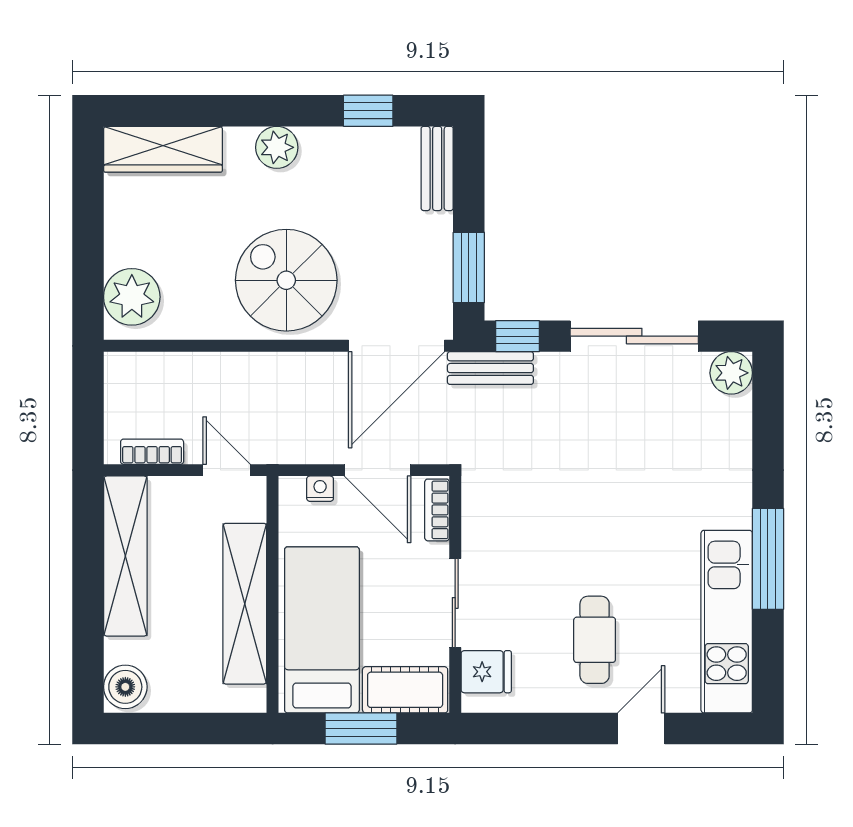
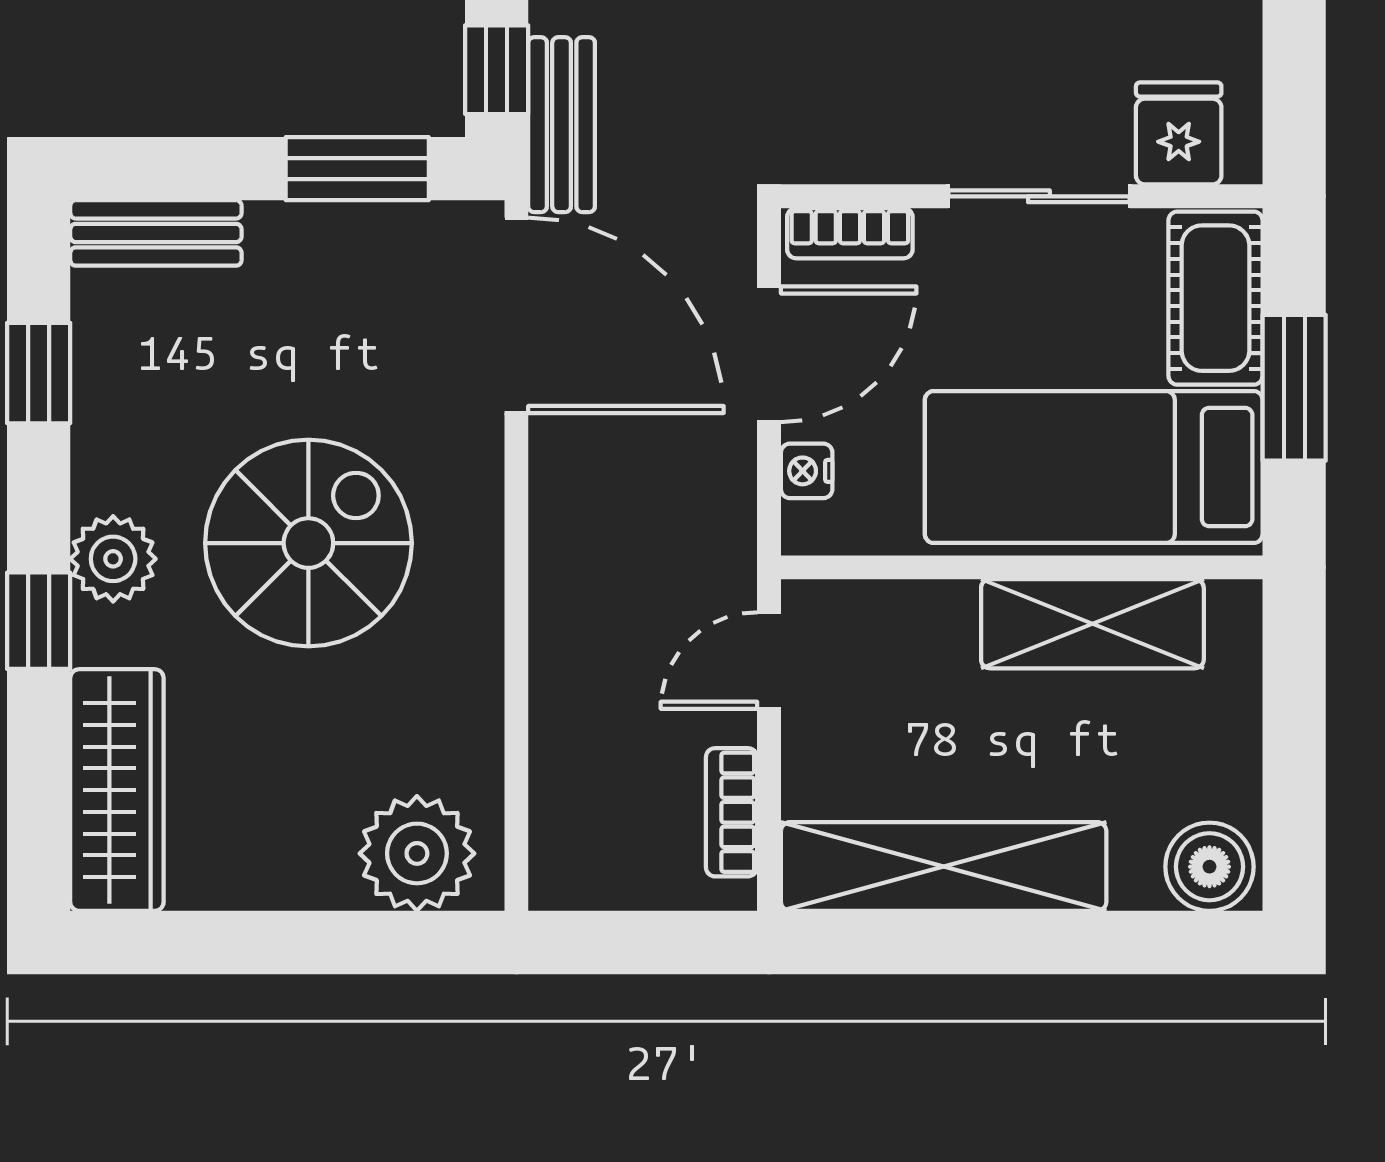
window: (246, 111) -> (39, 621), added
spiral stairs: (286, 280) -> (308, 543), moved, turned 180
shelving: (245, 604) -> (1092, 624), width x0.68

